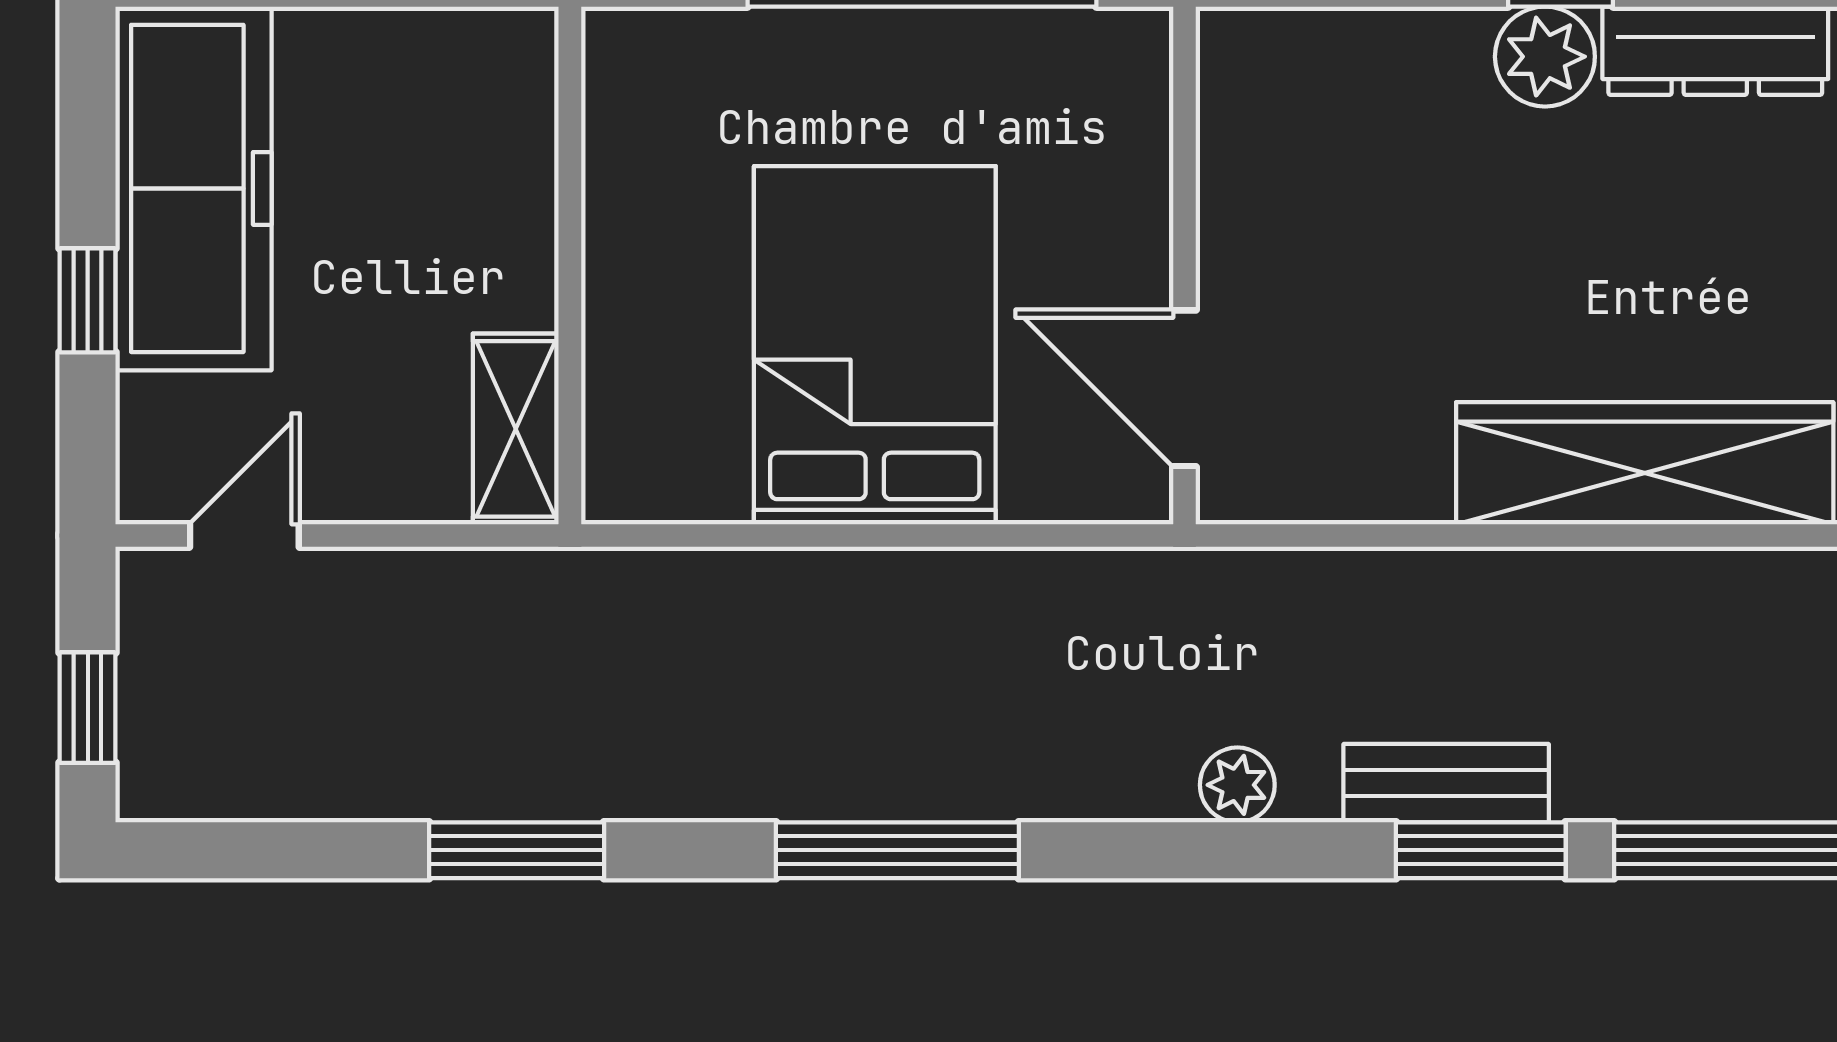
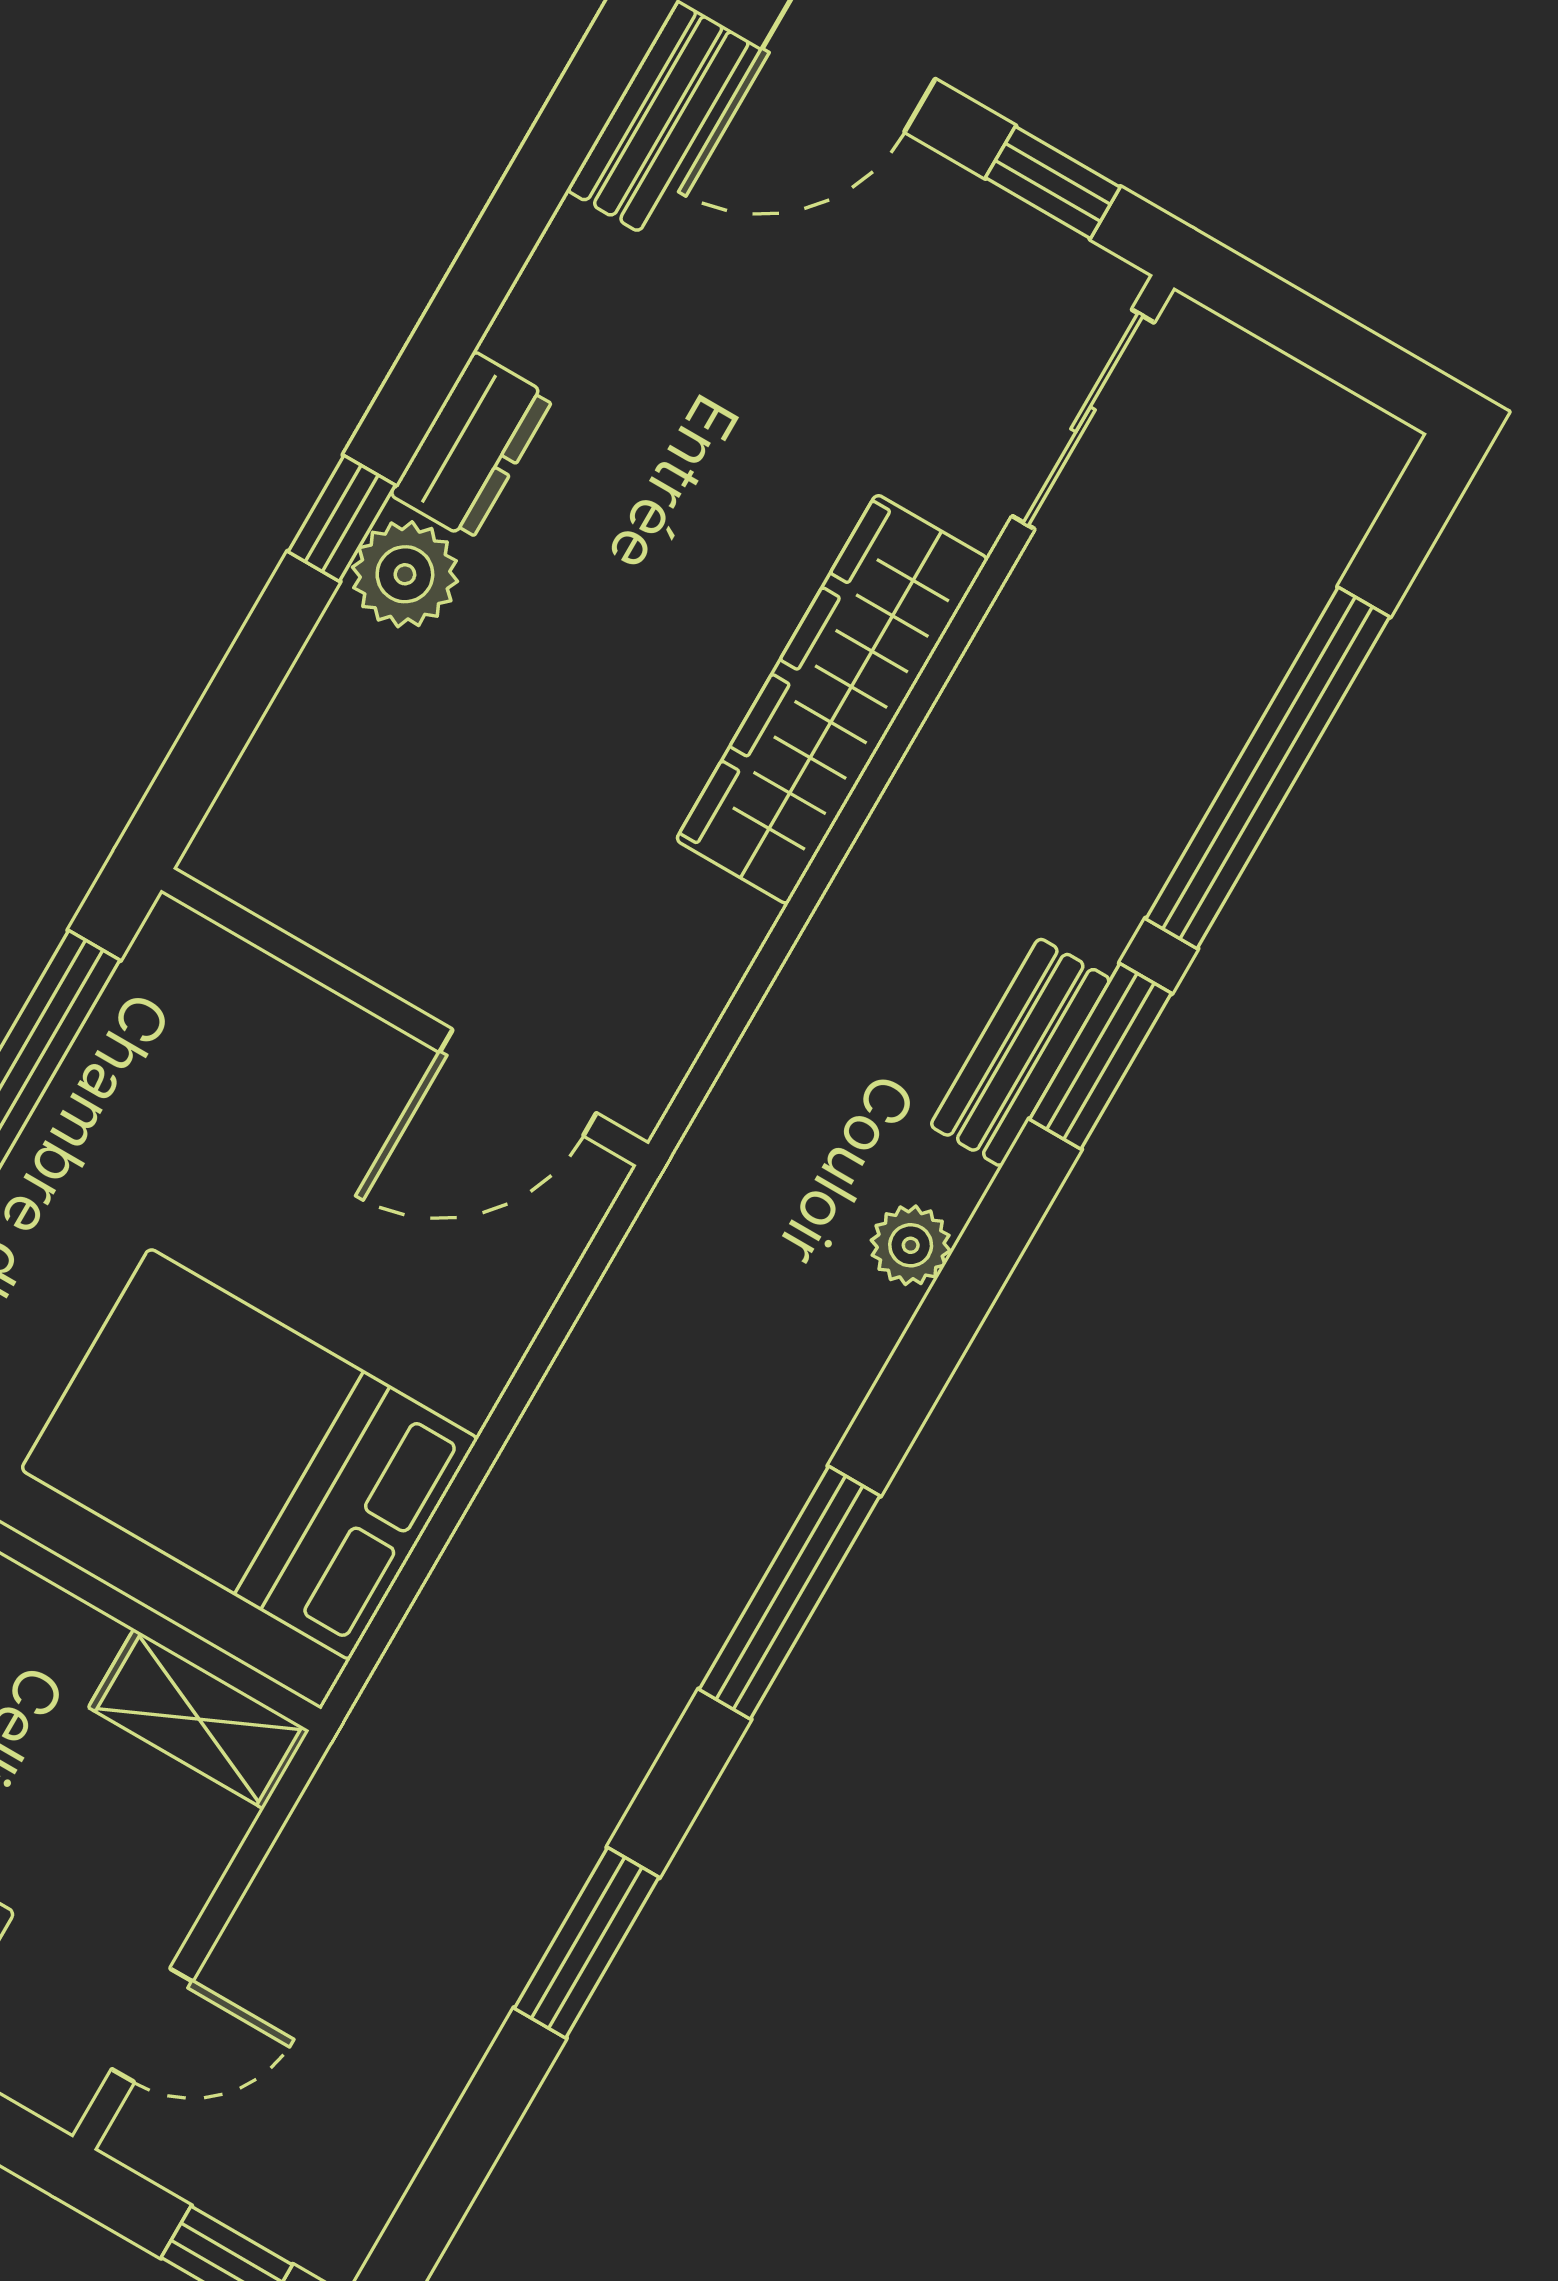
dresser: (1715, 51) -> (472, 446), width x0.70
bed: (875, 345) -> (250, 1454), moved
door: (244, 535) -> (152, 2025), swing flipped

